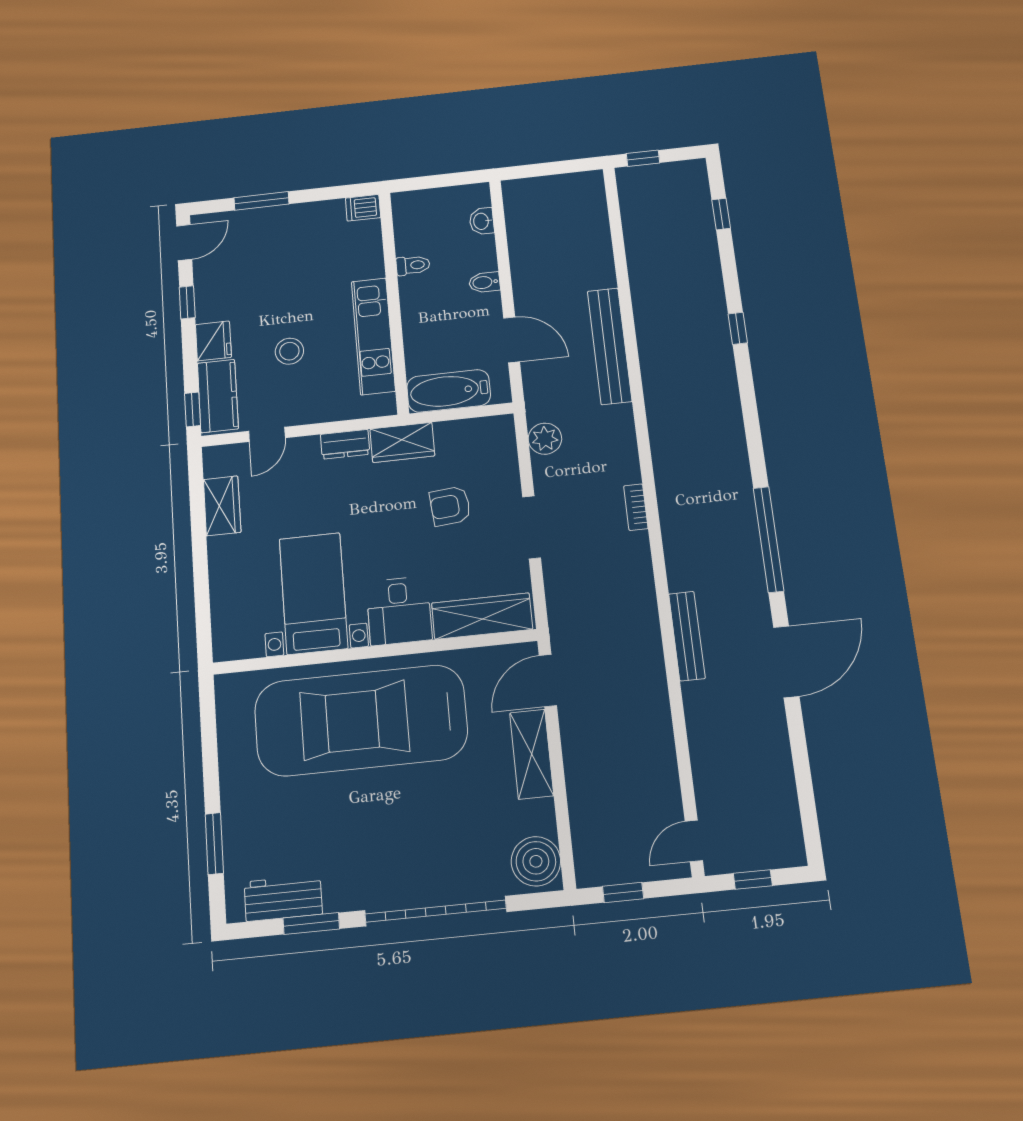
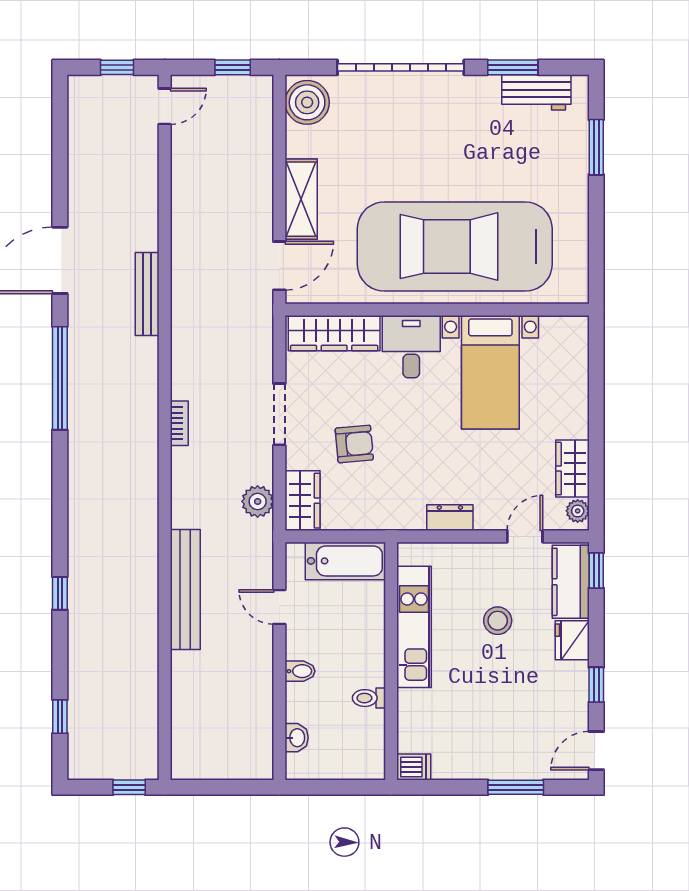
door: (512, 340) -> (279, 607), width x0.73
wardrobe: (402, 442) -> (302, 501), moved, turned 90
plant: (214, 465) -> (578, 511), added
car: (361, 720) -> (455, 247), turned 180

